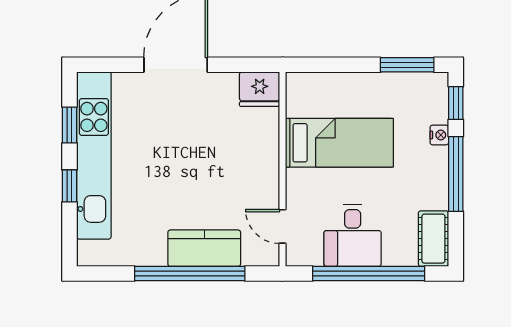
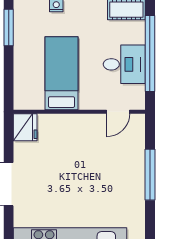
kitchen counter: (204, 248) -> (133, 165), removed
window: (190, 274) -> (150, 175), width x0.68

